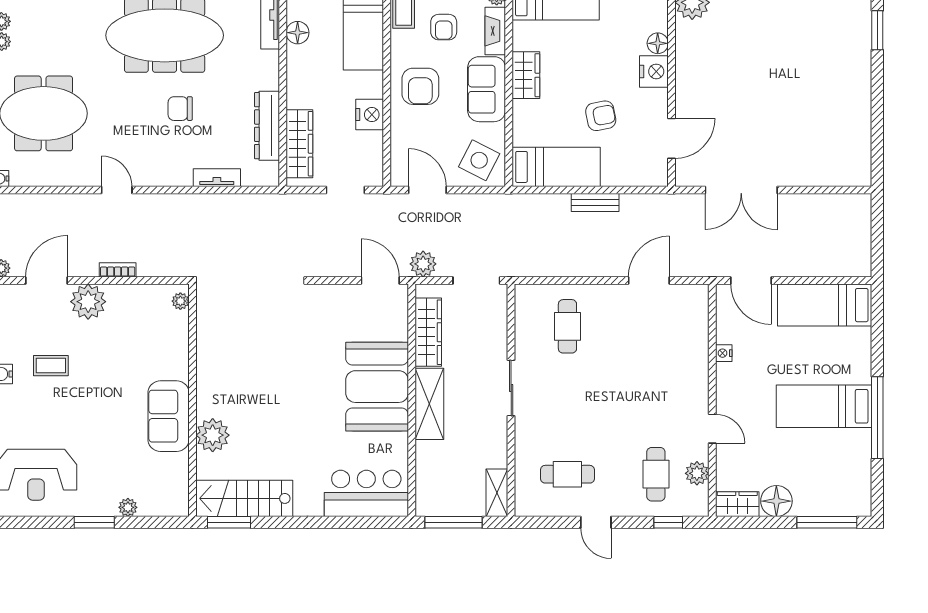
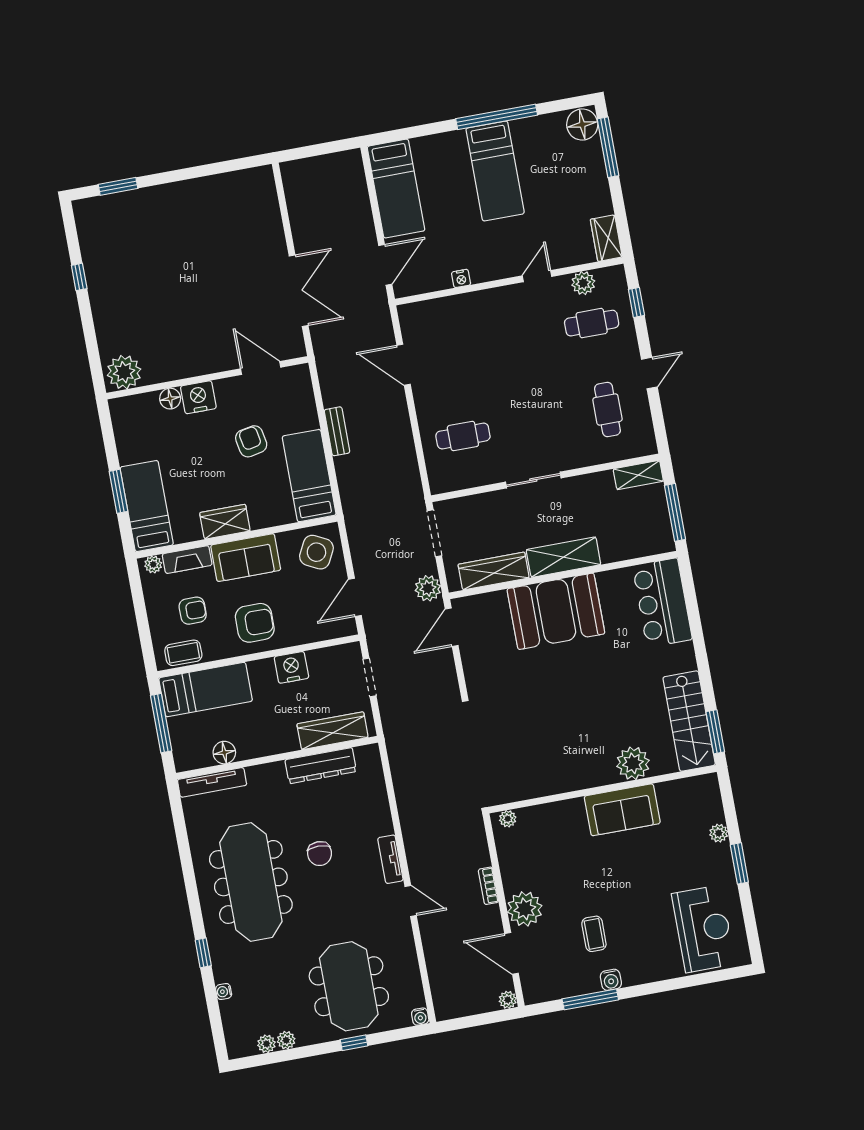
tv unit: (217, 178) -> (390, 859), moved
door: (117, 190) -> (411, 901), swing flipped
floor lamp: (776, 501) -> (582, 124), moved

